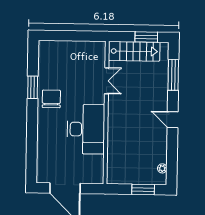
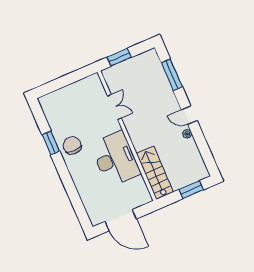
window: (146, 37) -> (119, 57), moved
stairs: (134, 51) -> (155, 173), moved, turned -90
plant: (162, 168) -> (187, 134), moved

